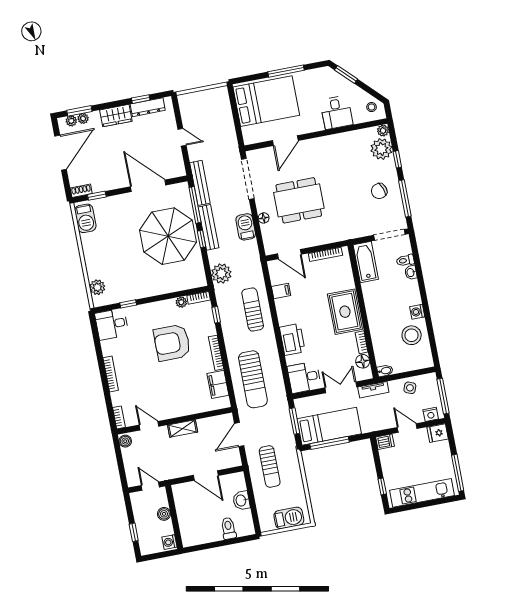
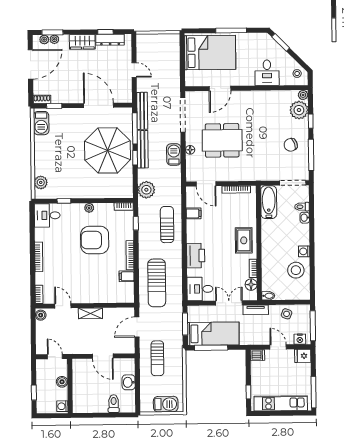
plant: (181, 302) -> (89, 208), moved
rug: (345, 312) -> (244, 240), width x0.73, depth x0.70
filing cabinet: (218, 384) -> (127, 276), width x0.50

